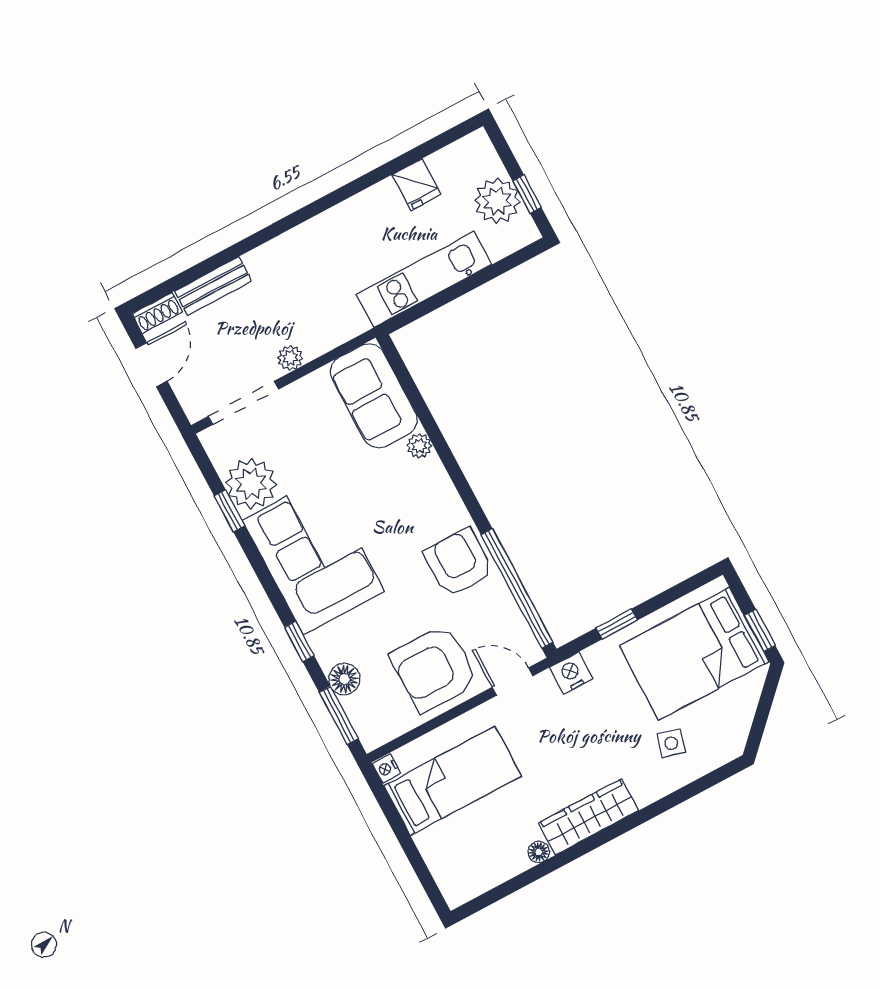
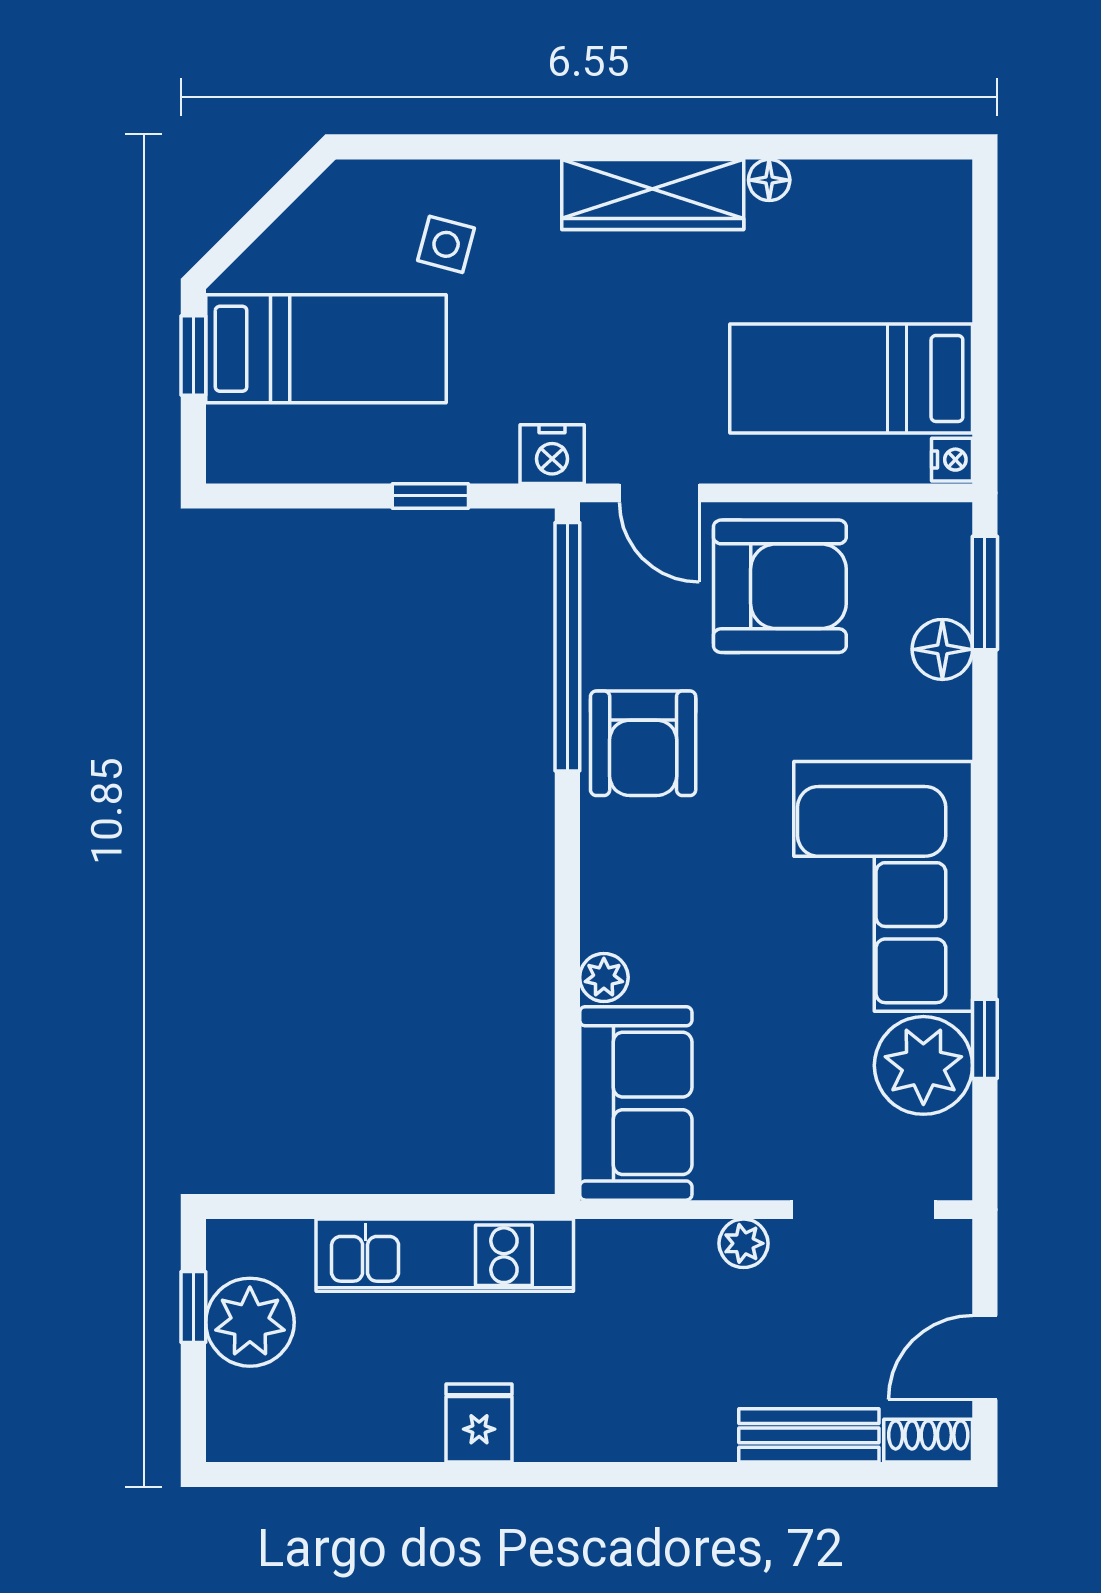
fridge: (417, 185) -> (479, 1423), moved
window: (299, 641) -> (985, 754), removed
bed: (694, 654) -> (326, 349), width x0.67

